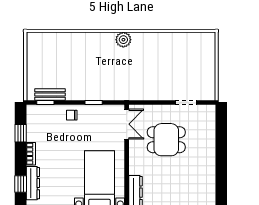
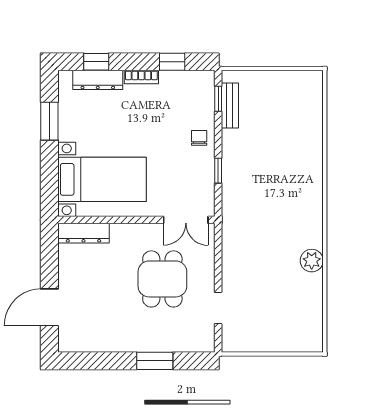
plant: (123, 40) -> (312, 261), moved
window: (221, 145) -> (155, 361), added

